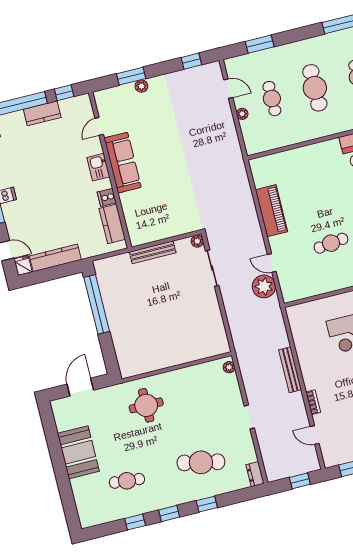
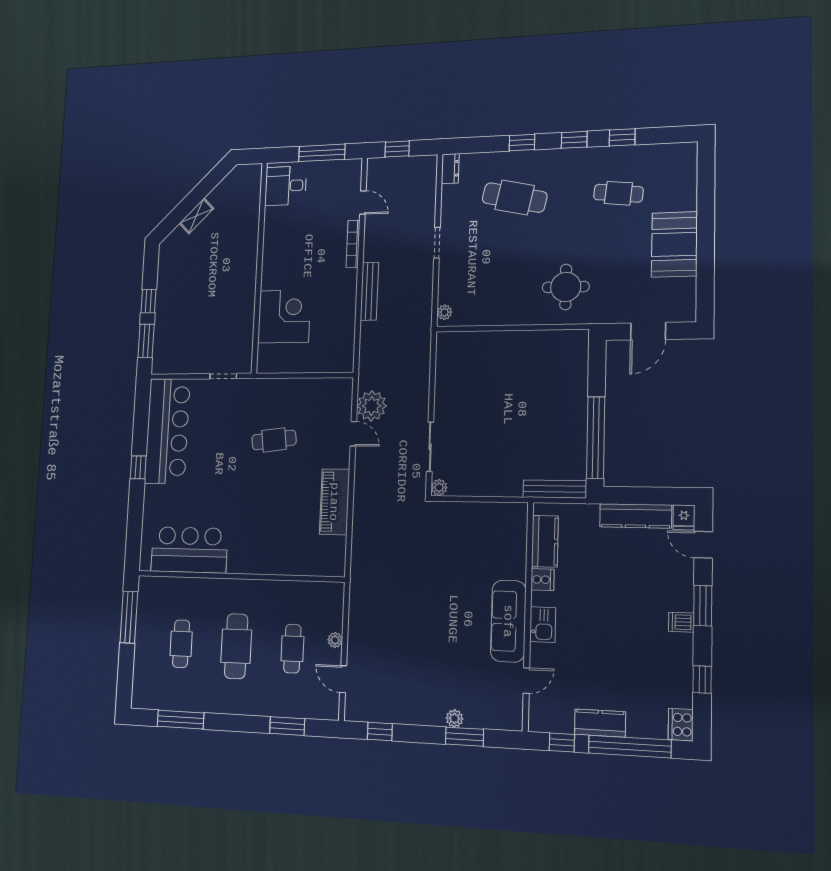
bench: (153, 252) -> (555, 489), moved
bookcase: (313, 402) -> (353, 244), width x1.56

